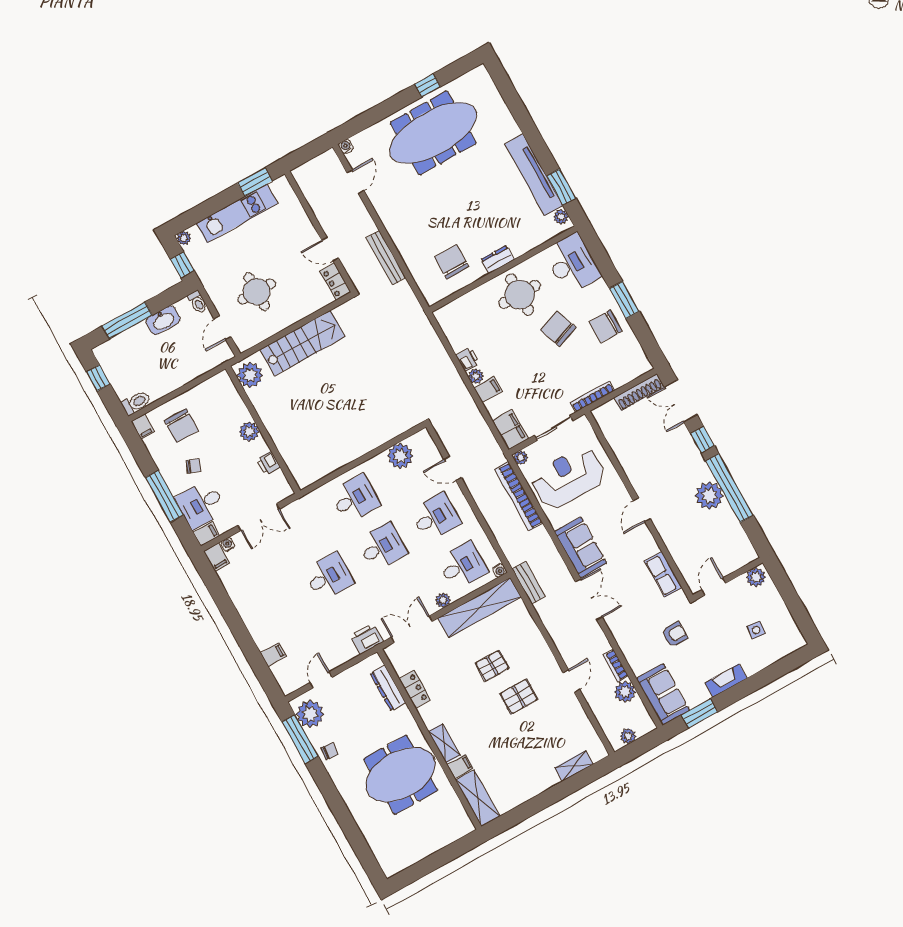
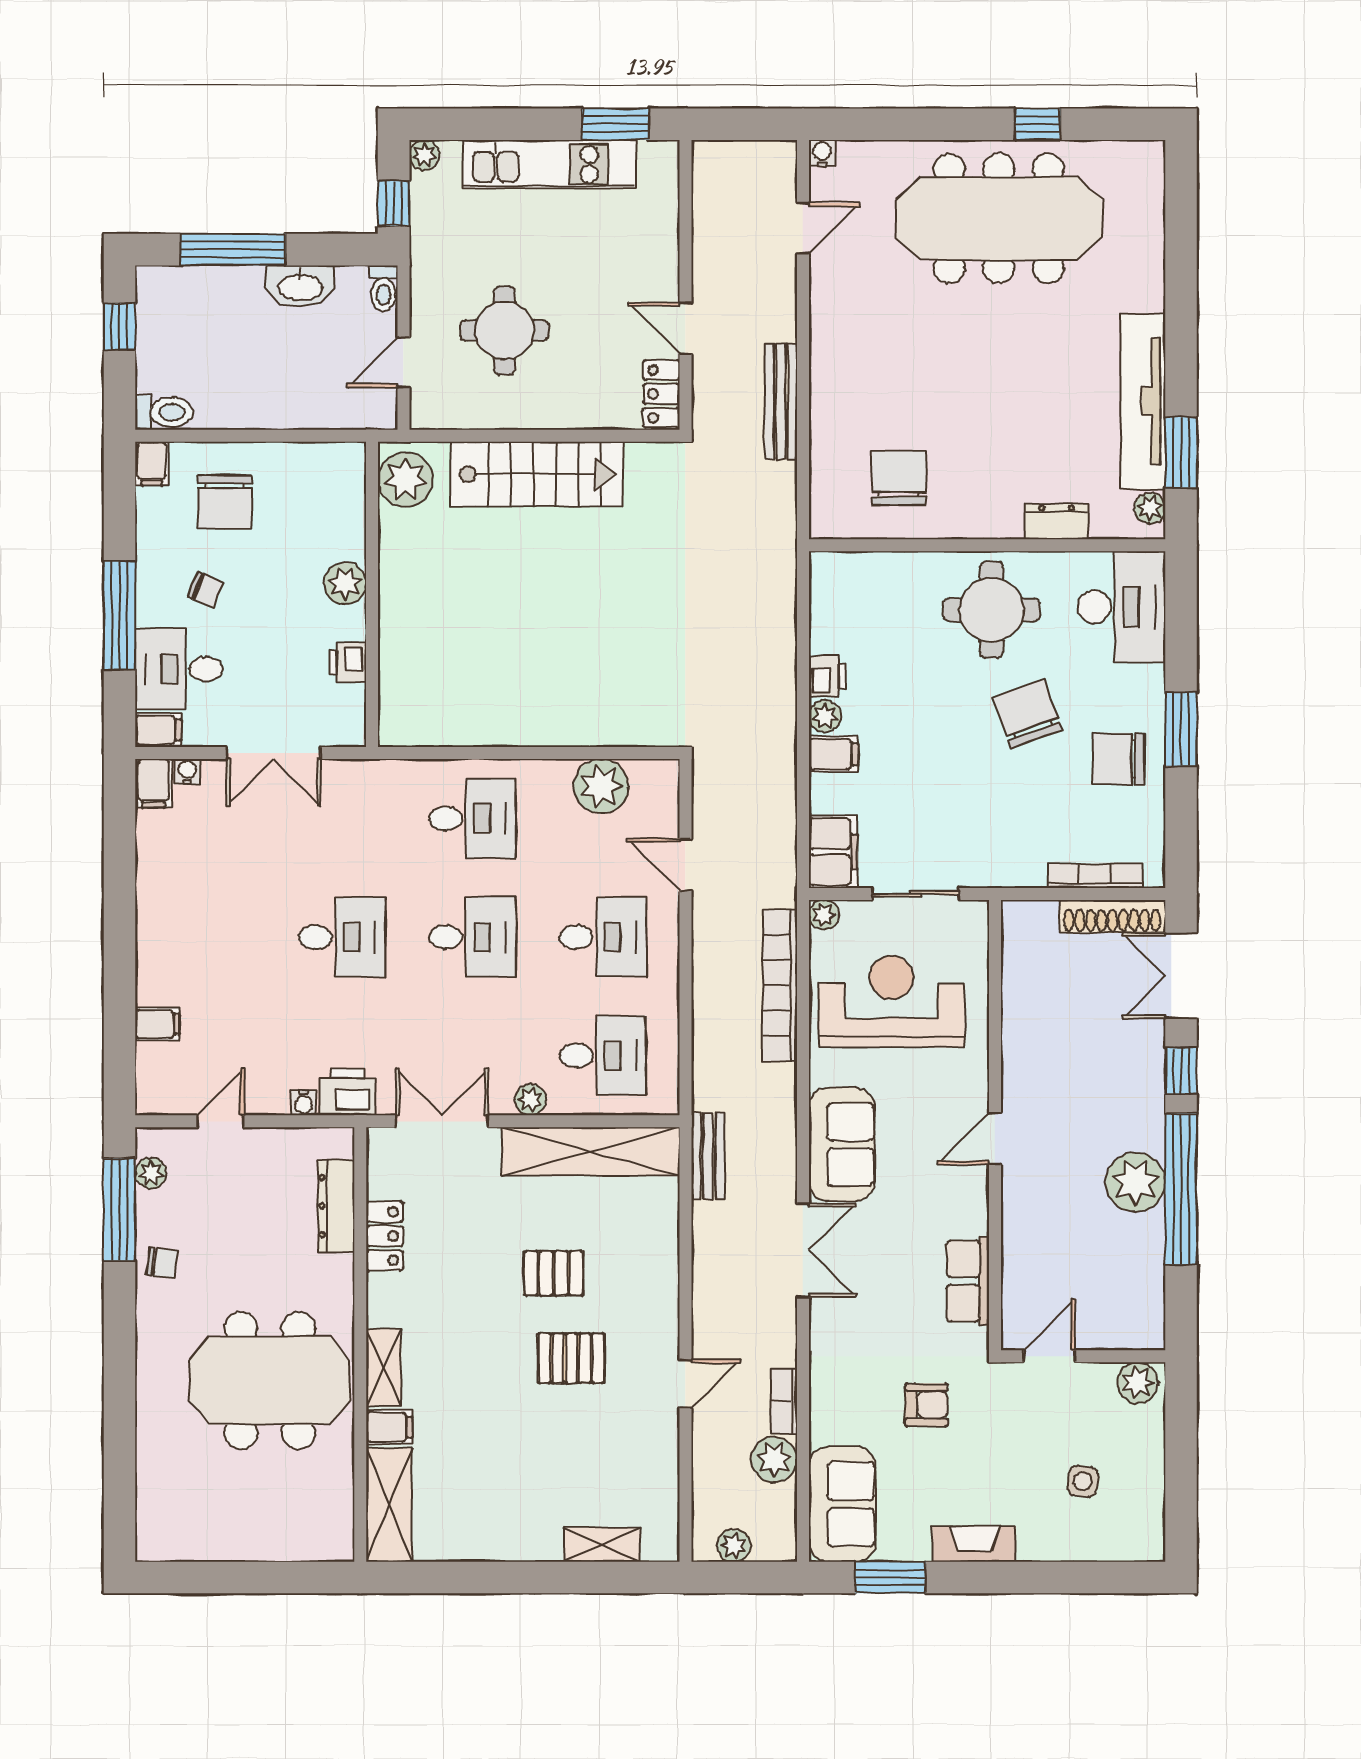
dresser: (498, 259) -> (1057, 522), moved
bookcase: (593, 397) -> (1095, 876), moved
water cooler: (500, 570) -> (304, 1103), moved
plant: (310, 714) -> (151, 1173), width x0.53, depth x0.53

